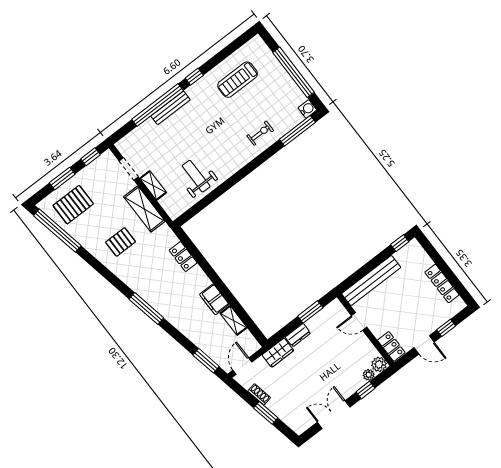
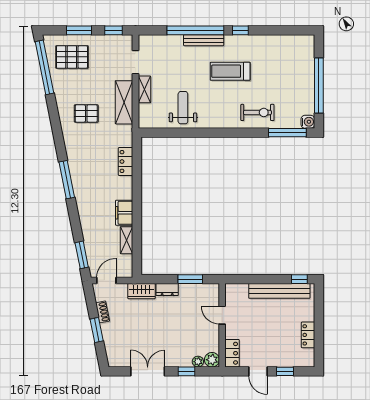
treadmill: (238, 80) -> (230, 71), moved
exercise bike: (260, 133) -> (257, 112), width x1.38, depth x1.39
bench: (371, 281) -> (279, 291), moved
locker: (442, 283) -> (308, 335), width x0.66

